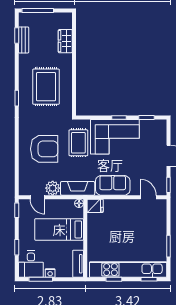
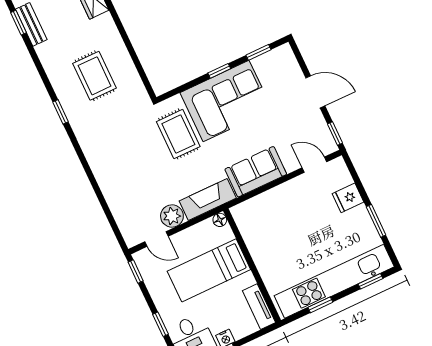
rug: (46, 87) -> (95, 76), width x0.73, depth x0.70
armchair: (44, 149) -> (134, 166), removed
fridge: (95, 206) -> (348, 198), moved, turned 180

